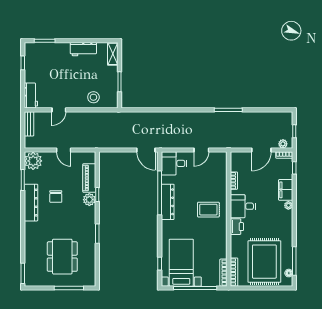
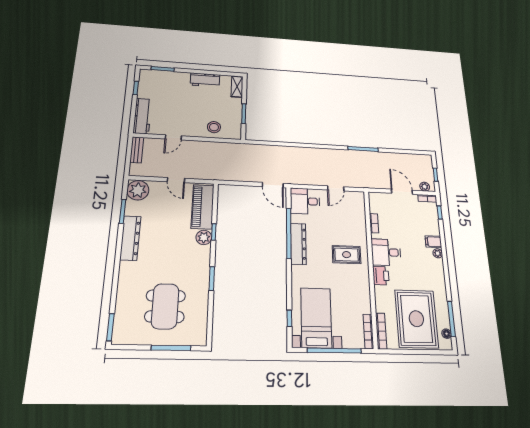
workbench: (31, 96) -> (142, 116), width x1.38
door: (261, 150) -> (402, 192), swing flipped
piano: (89, 178) -> (203, 207), width x1.37, depth x1.33
filing cabinet: (286, 190) -> (433, 242), width x0.50
chair: (56, 197) -> (162, 232), removed

